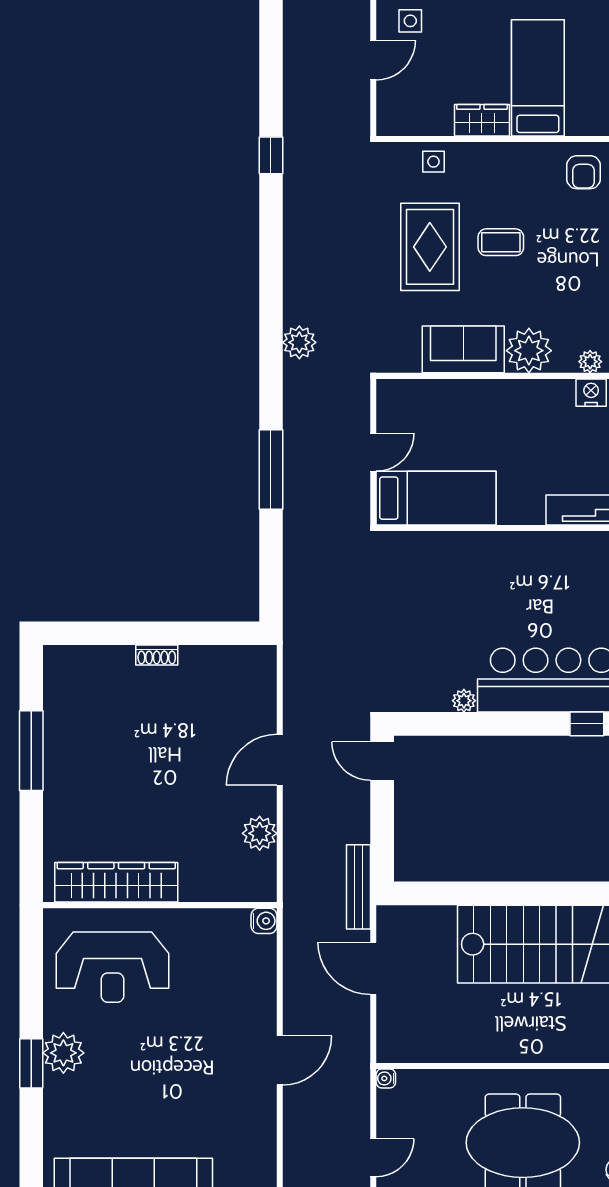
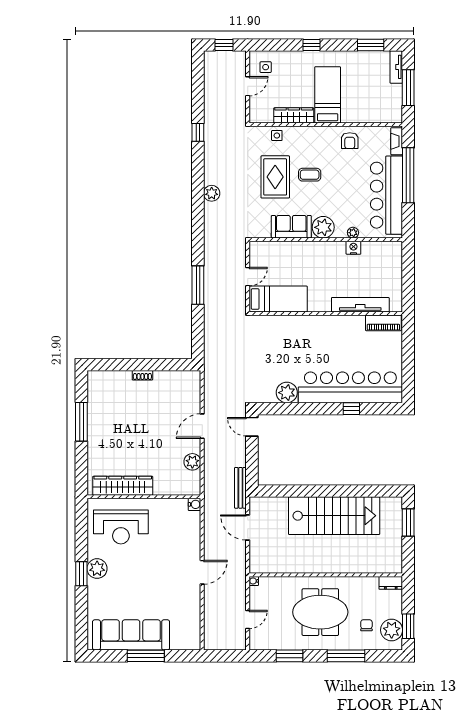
wardrobe: (482, 120) -> (294, 115), width x1.50
plant: (299, 342) -> (212, 193), moved
plant: (464, 701) -> (287, 393), width x1.87, depth x1.87

